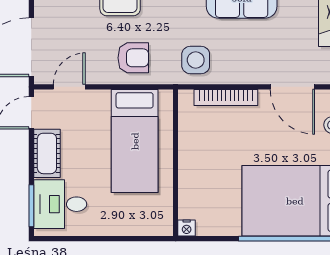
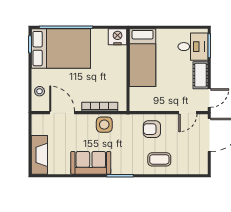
side table: (196, 60) -> (104, 125), moved
bed: (135, 141) -> (143, 58), moved, turned 180
nightstand: (187, 228) -> (118, 37), width x1.89, depth x1.79

